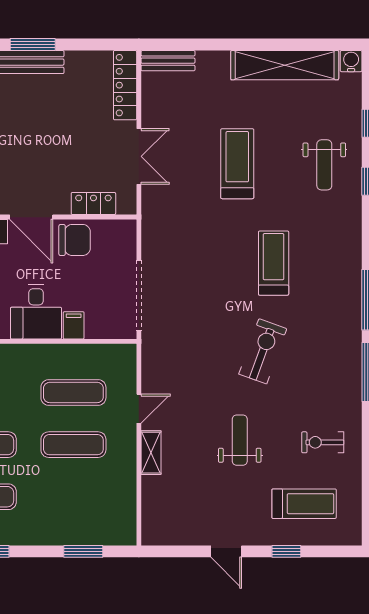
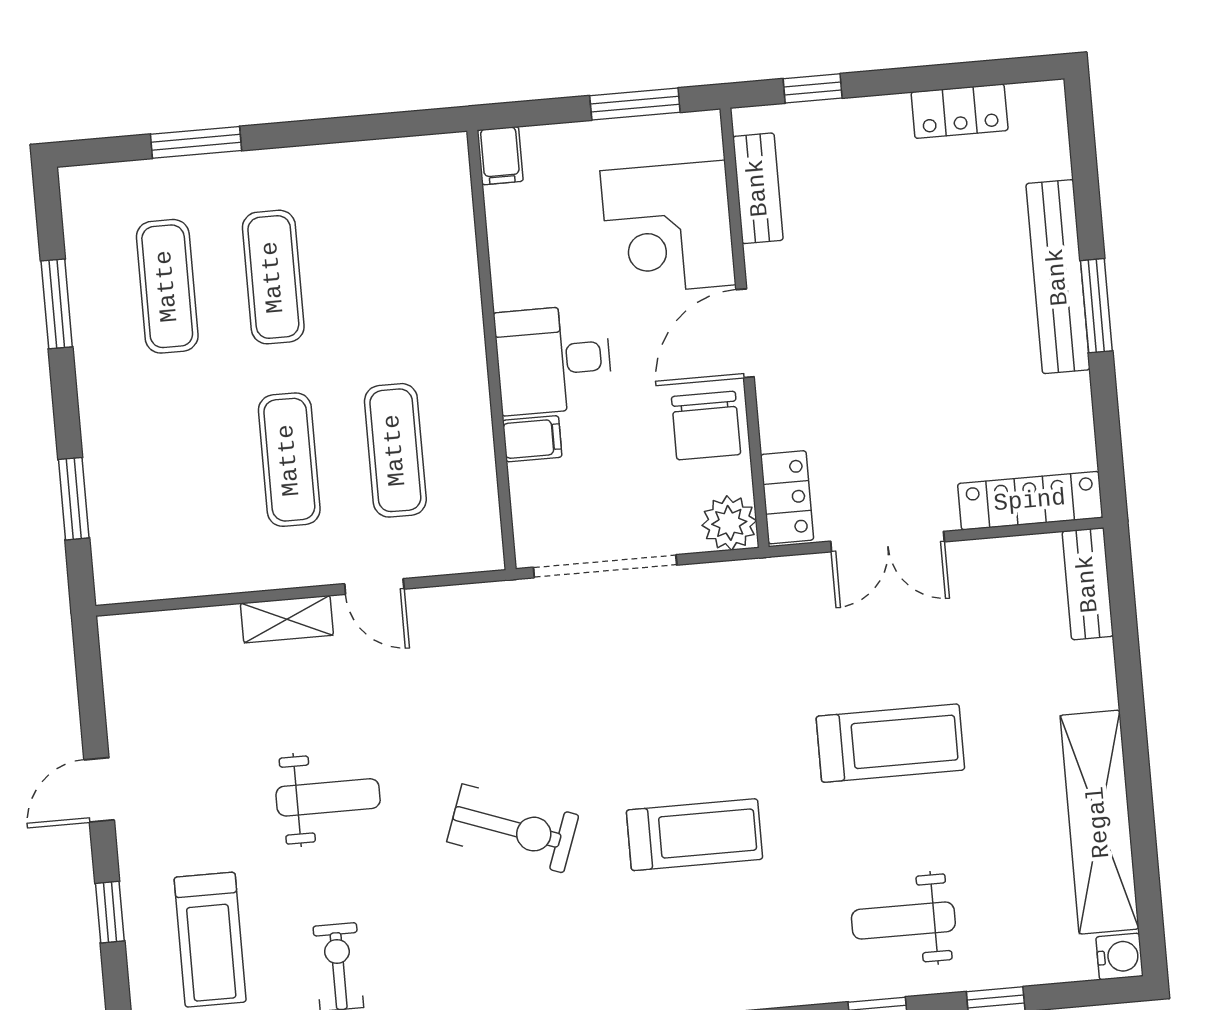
locker: (93, 204) -> (787, 497), moved
plant: (123, 233) -> (729, 523), added

